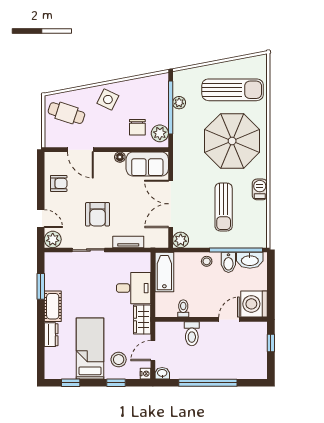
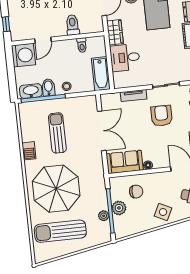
chair: (137, 127) -> (136, 192), turned 90
plant: (160, 133) -> (119, 208), moved
plant: (181, 240) -> (90, 102), removed

